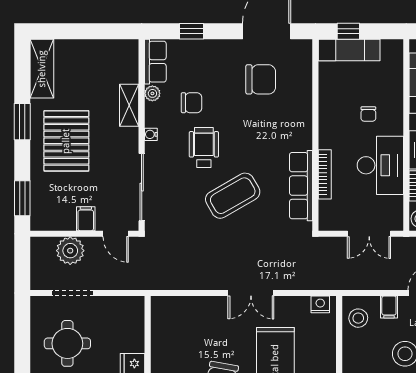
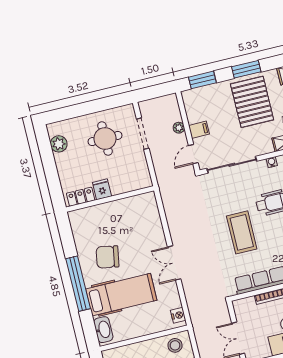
window: (22, 122) -> (246, 69), moved
pallet: (66, 141) -> (252, 102), turned 90
coffee table: (233, 196) -> (242, 232), turned 30
plant: (70, 251) -> (179, 128), width x0.53, depth x0.53

